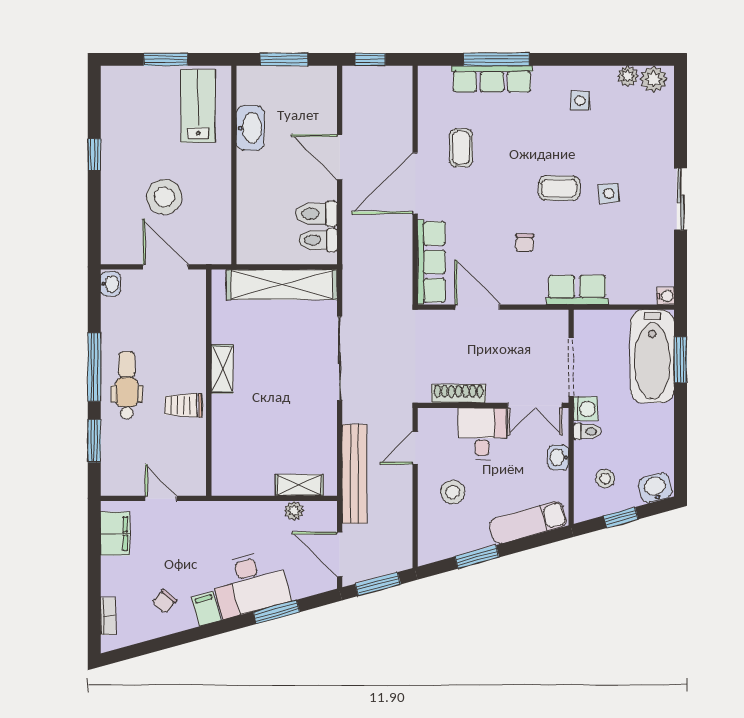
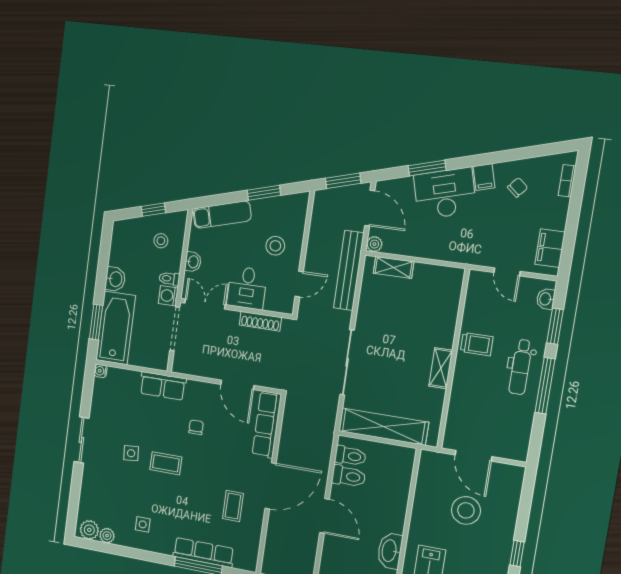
washbasin: (110, 284) -> (546, 299), moved
washbasin: (655, 488) -> (115, 279), moved, turned -75
plant: (294, 511) -> (374, 244), moved

